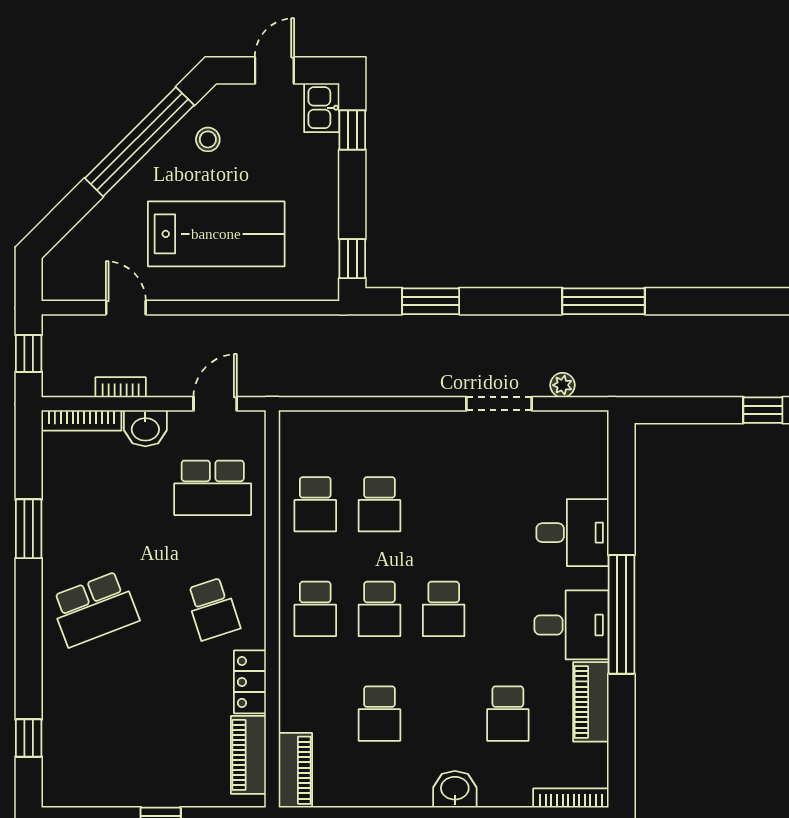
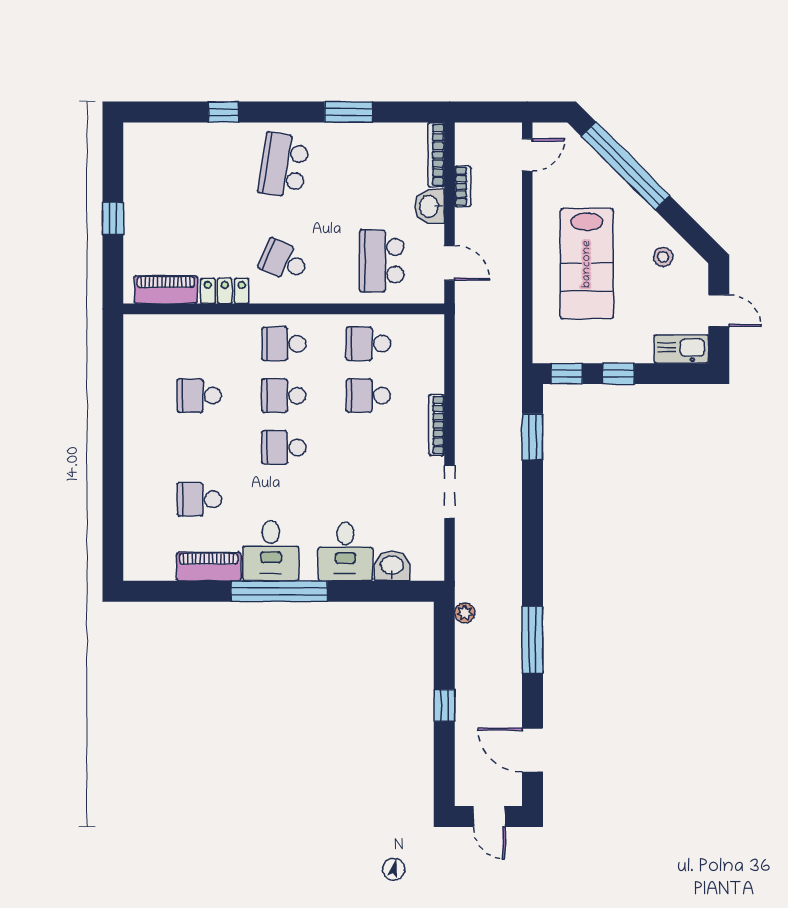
kitchen sink: (322, 108) -> (681, 349), width x1.38
window: (352, 130) -> (618, 374), moved
window: (139, 142) -> (626, 166), moved
window: (604, 301) -> (532, 640), moved
door: (126, 308) -> (527, 155), moved
window: (29, 353) -> (490, 112), removed
plant: (563, 385) -> (465, 613), moved
school desk: (95, 609) -> (284, 165), turned 30
school desk: (213, 609) -> (284, 261), turned 42
window: (29, 738) -> (223, 112), moved
piano: (295, 770) -> (153, 328), removed
washbasin: (455, 789) -> (392, 566), moved, turned -90
bookcase: (571, 798) -> (437, 425), moved, turned 180

